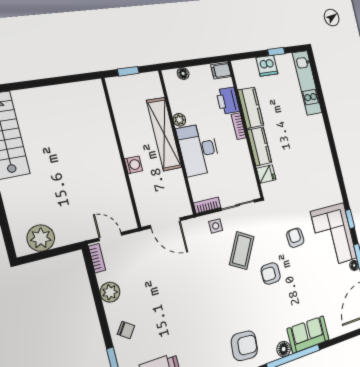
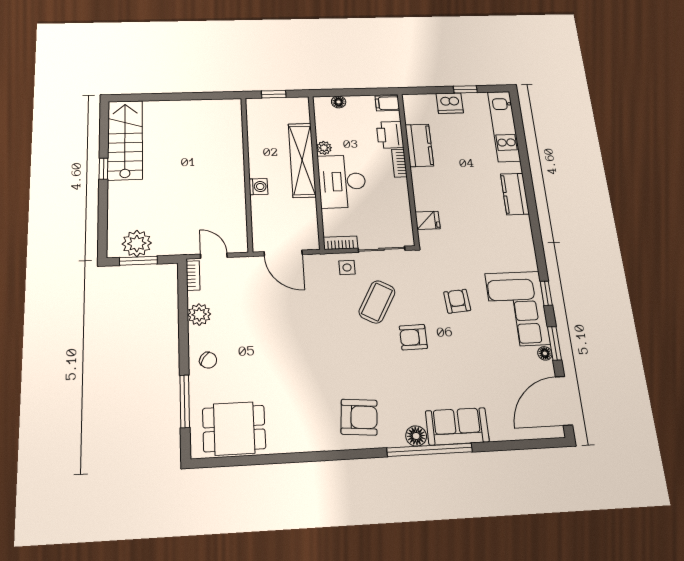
kitchen counter: (260, 146) -> (515, 194), moved, turned 180
window: (46, 254) -> (138, 261), added

